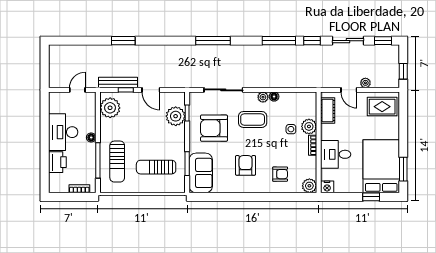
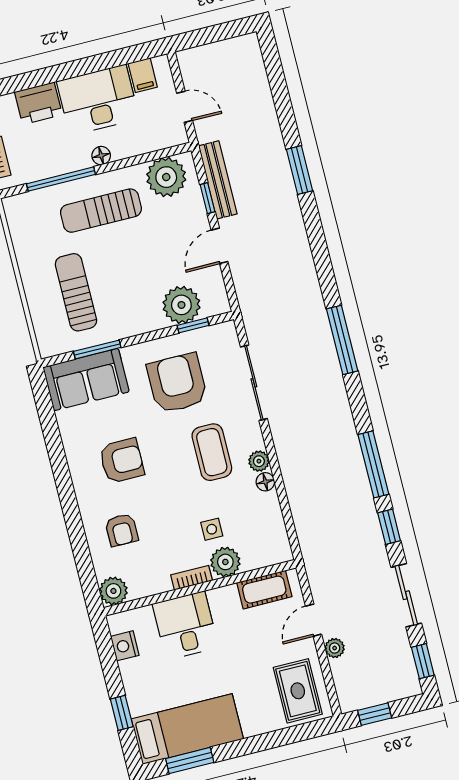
filing cabinet: (56, 107) -> (143, 75), added
sun lounger: (117, 162) -> (101, 211), moved
bed: (381, 166) -> (187, 729), width x0.67
nightstand: (327, 187) -> (125, 646), moved

